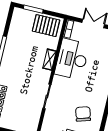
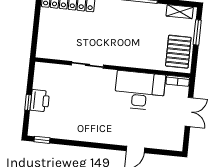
shelving: (49, 60) -> (180, 12), moved
chair: (83, 114) -> (71, 114), removed

